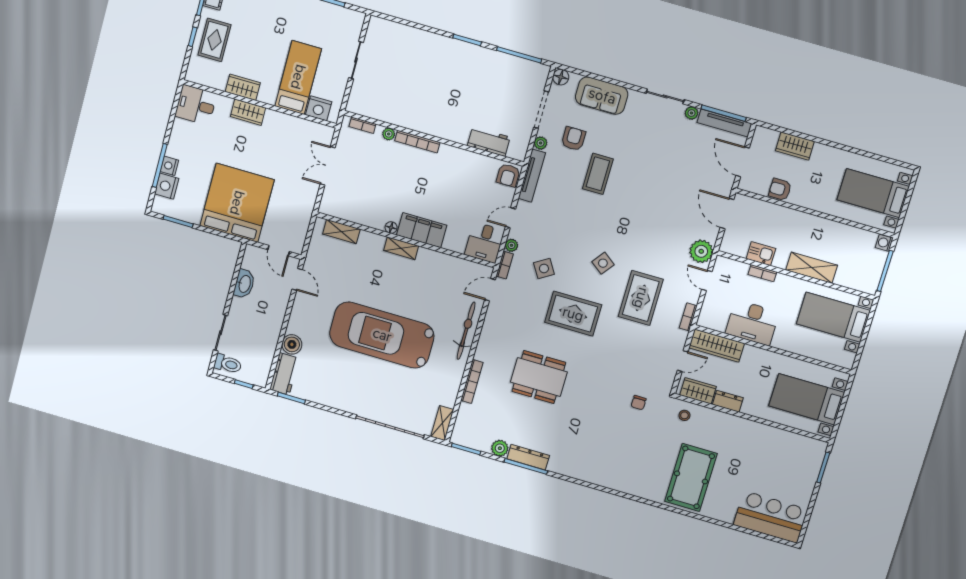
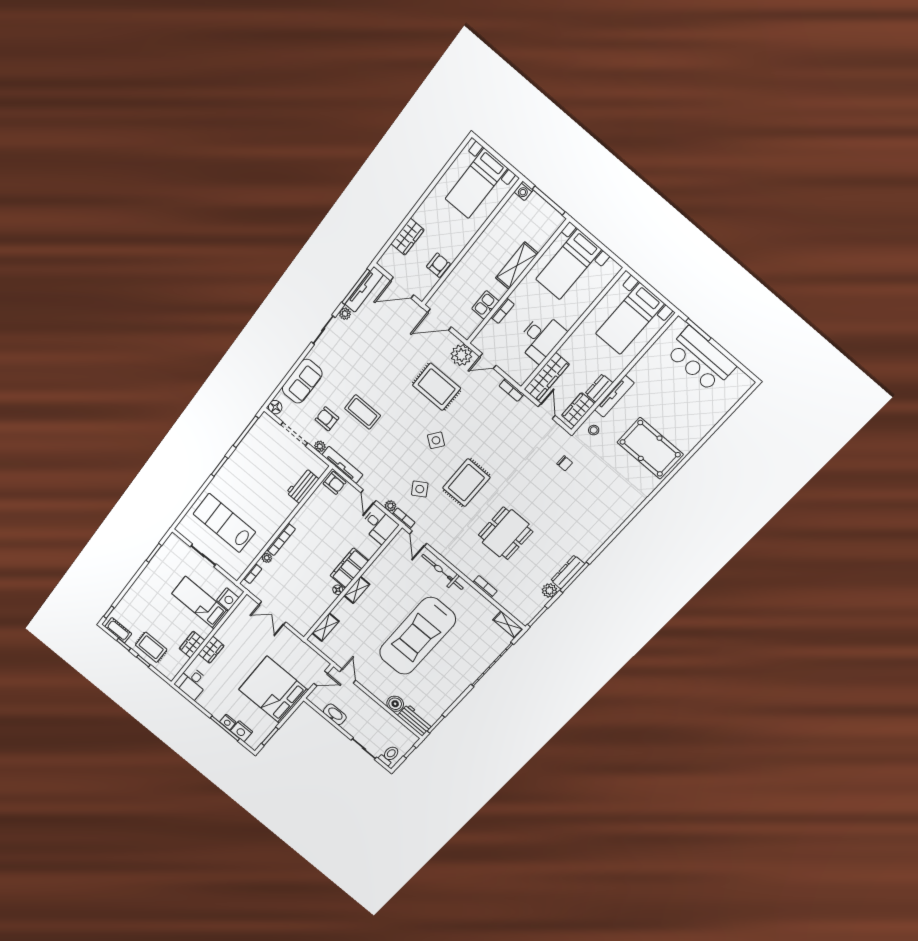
lab bench: (405, 70) -> (224, 523), added
armchair: (780, 189) -> (438, 265), turned 180
door: (297, 279) -> (348, 676), hinge flipped
rug: (641, 298) -> (437, 387), moved
bookcase: (472, 381) -> (485, 587), width x0.64
tv unit: (726, 420) -> (614, 396), added
bar counter: (771, 517) -> (701, 359), moved, turned -90

